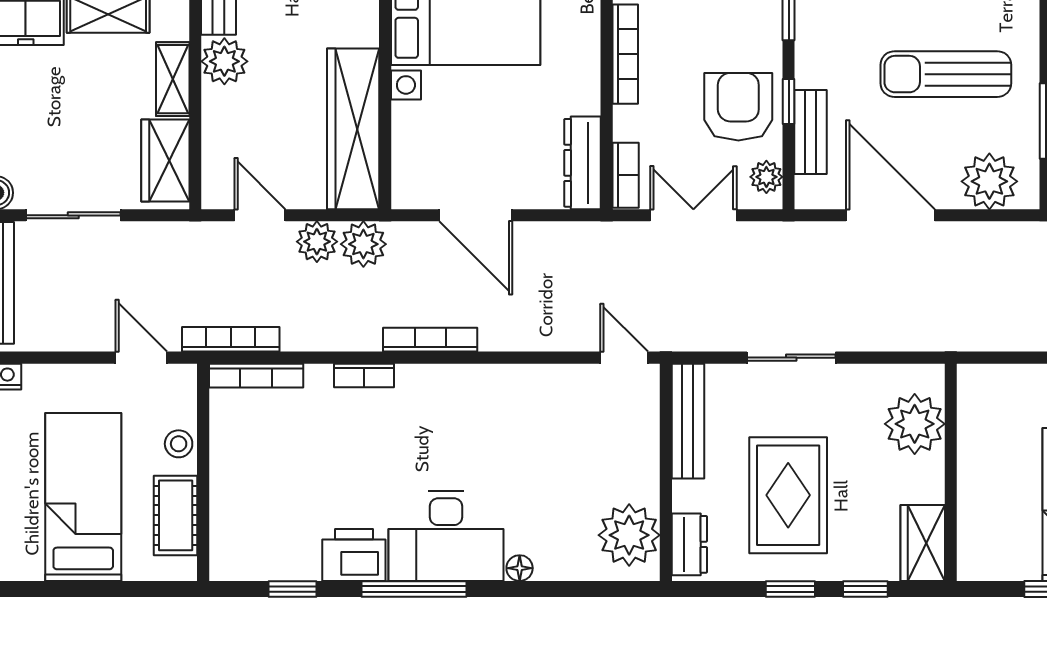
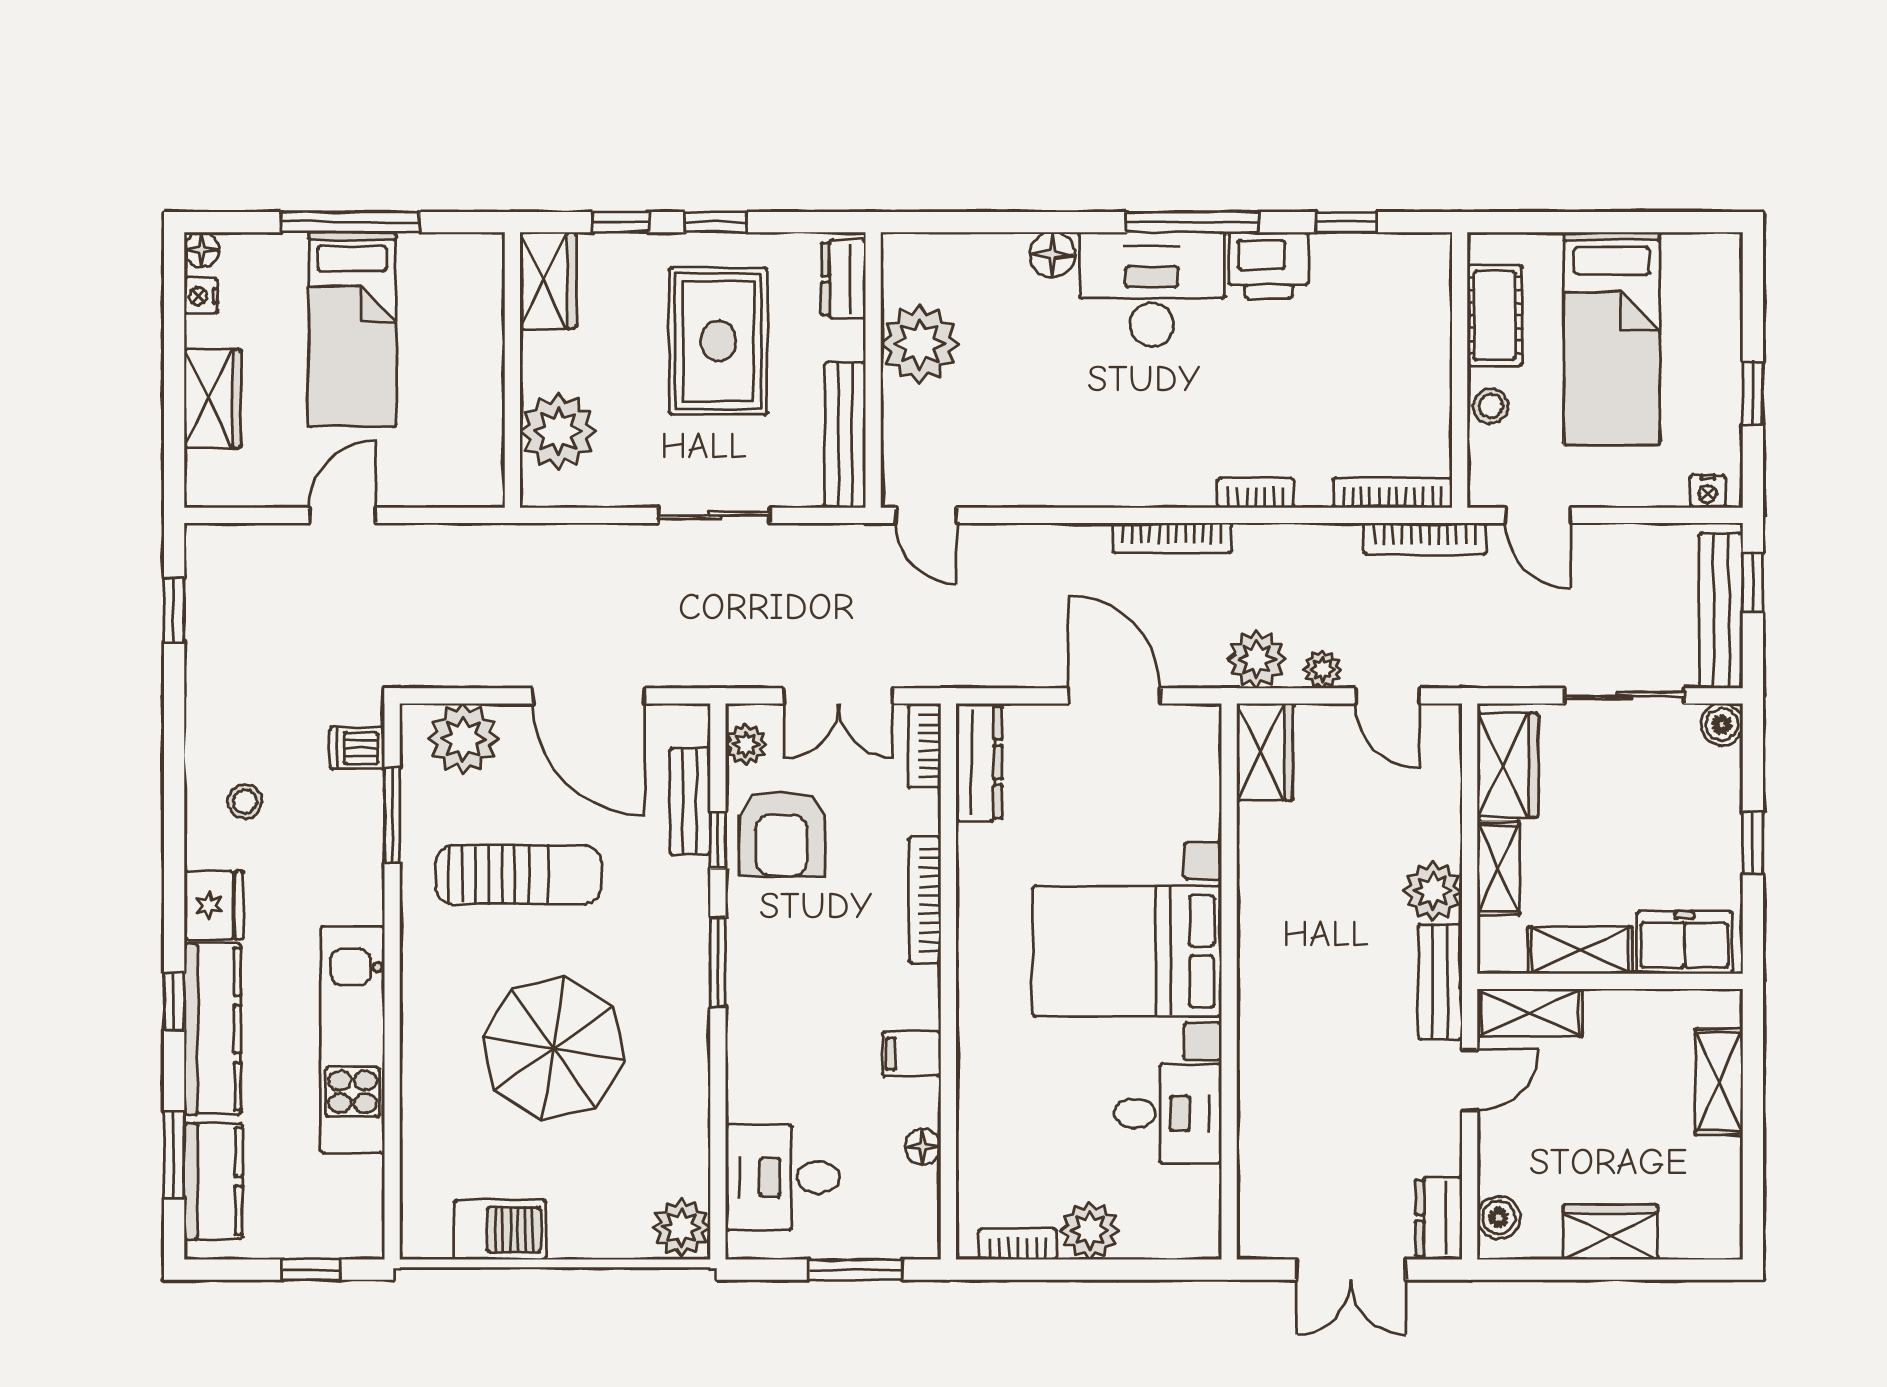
wardrobe: (353, 129) -> (1265, 752), width x0.48, depth x0.85
plant: (317, 242) -> (1322, 669), width x0.73, depth x0.73
plant: (629, 535) -> (920, 344), moved
floor lamp: (520, 568) -> (1053, 255), width x1.37, depth x1.37

